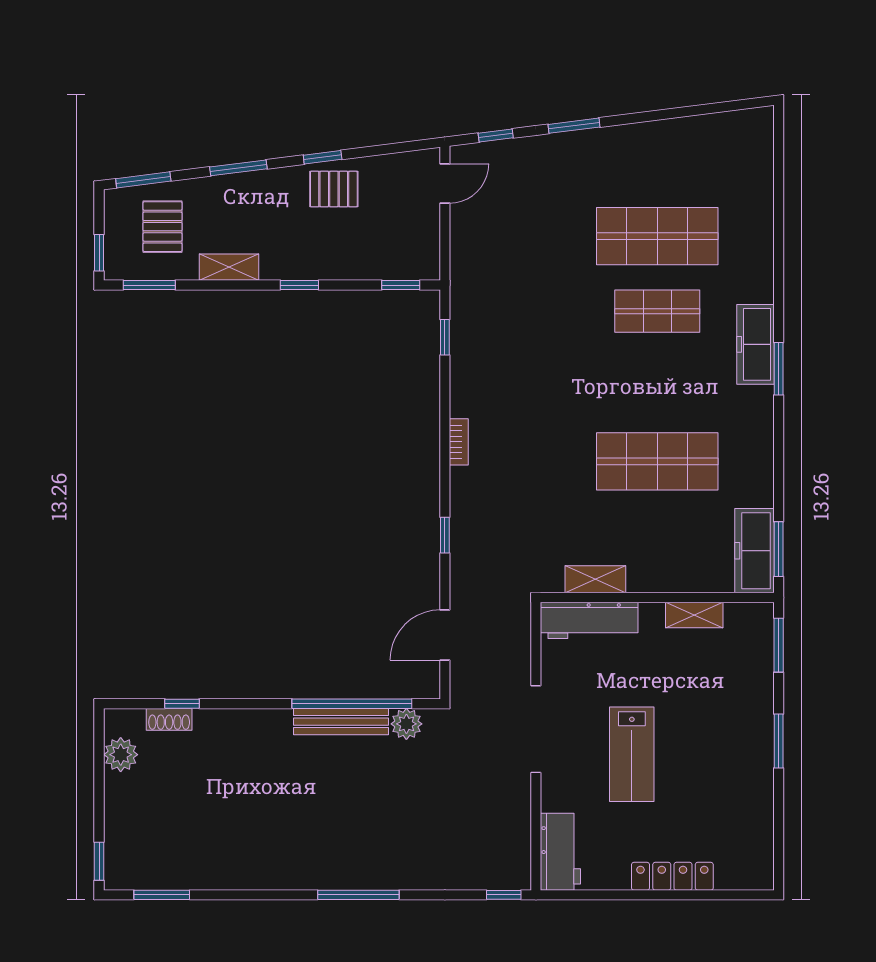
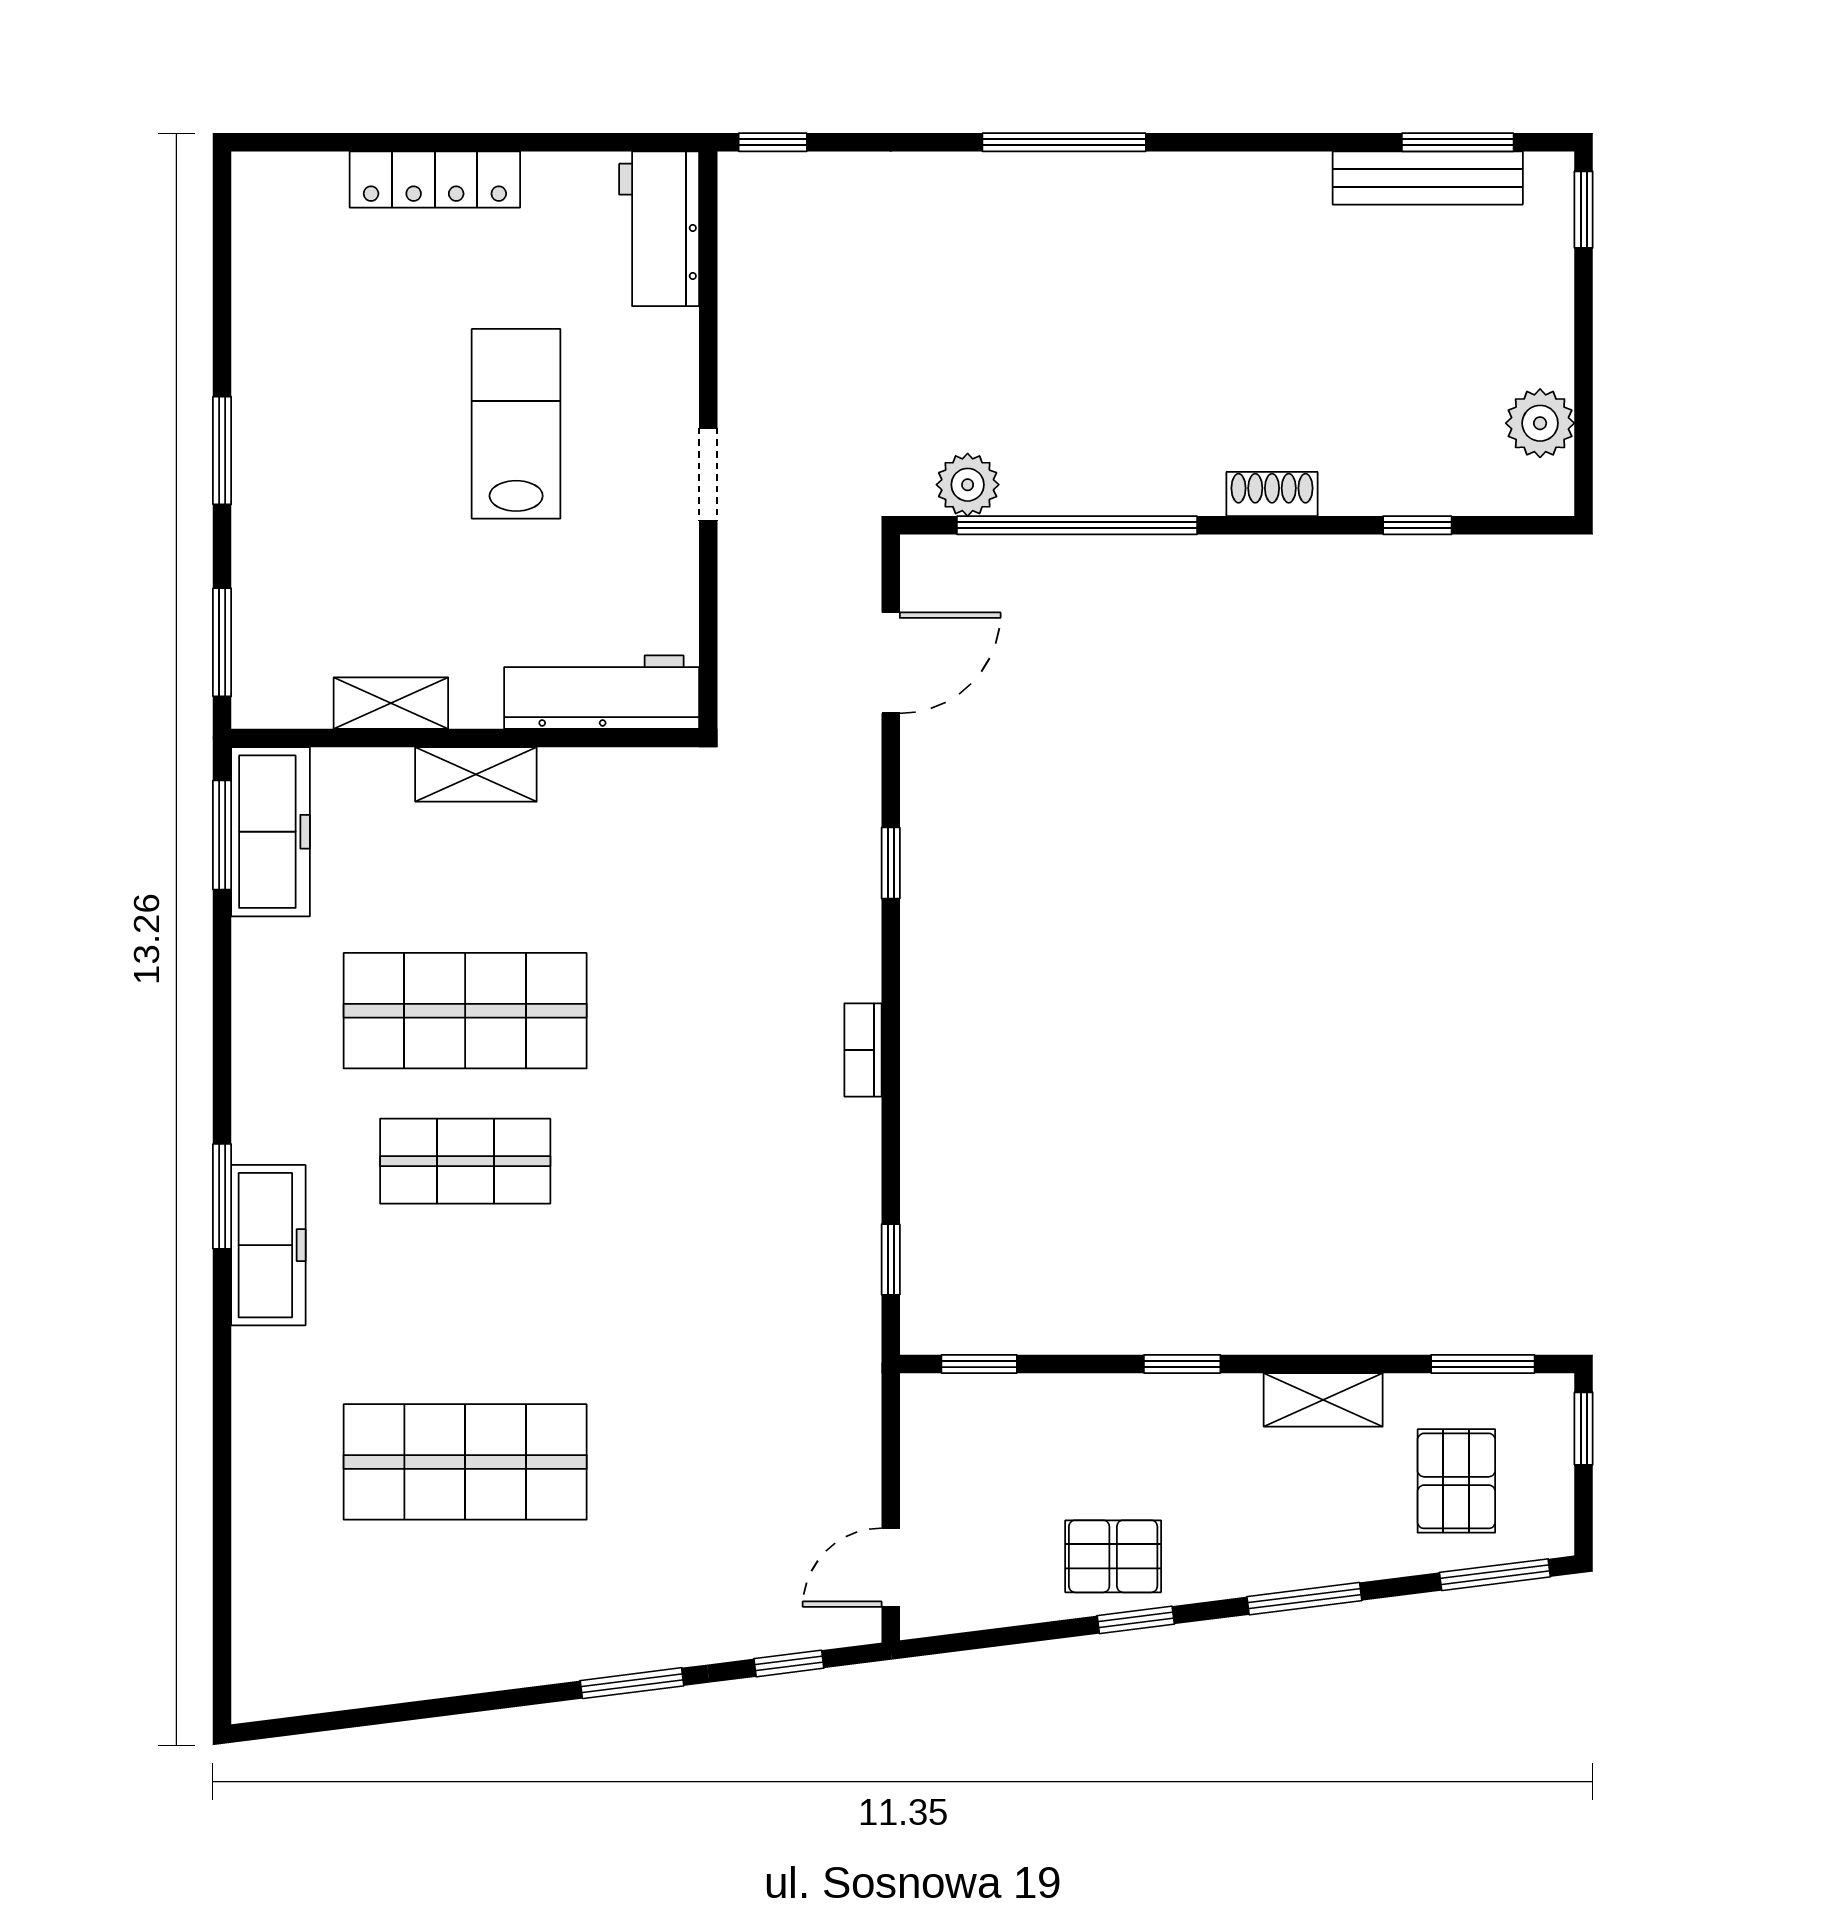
shop shelf: (657, 311) -> (465, 1161), moved
shelving: (595, 579) -> (476, 774), moved
shoe rack: (169, 719) -> (1272, 494), moved
bench: (341, 722) -> (1428, 178), moved
doorway: (536, 729) -> (708, 474), width x0.53

